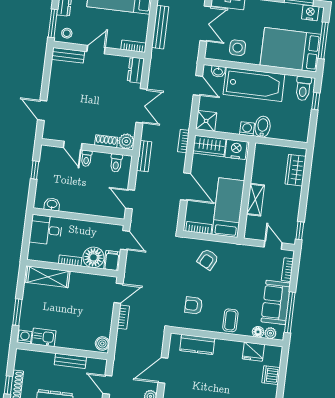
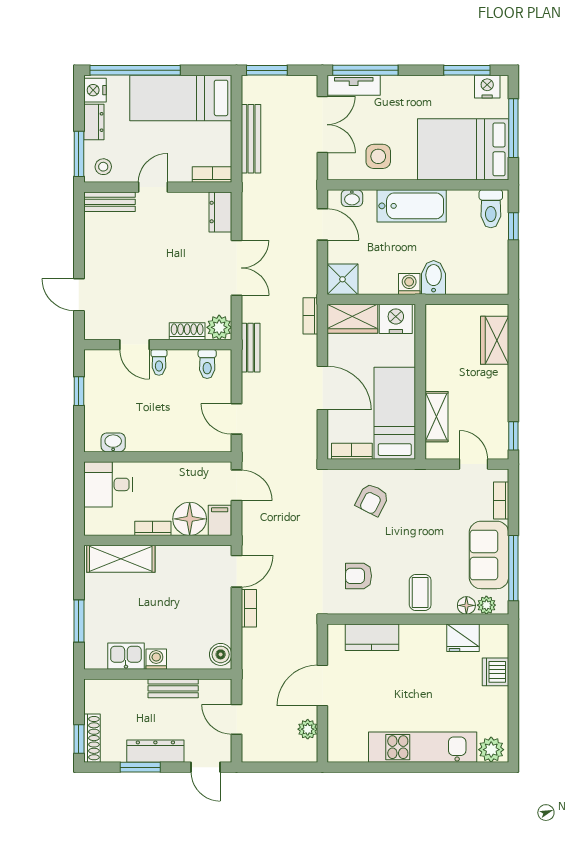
bathtub: (254, 84) -> (412, 206), width x0.73, depth x0.73
shelving: (255, 200) -> (436, 417), moved
washing machine: (25, 337) -> (156, 659), moved

